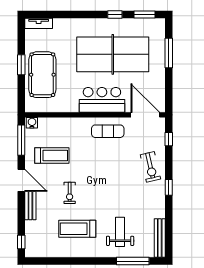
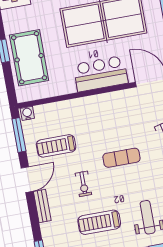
exercise mat: (108, 131) -> (121, 158), moved
treadmill: (52, 156) -> (56, 146), turned 180
door: (21, 180) -> (27, 180), hinge flipped

